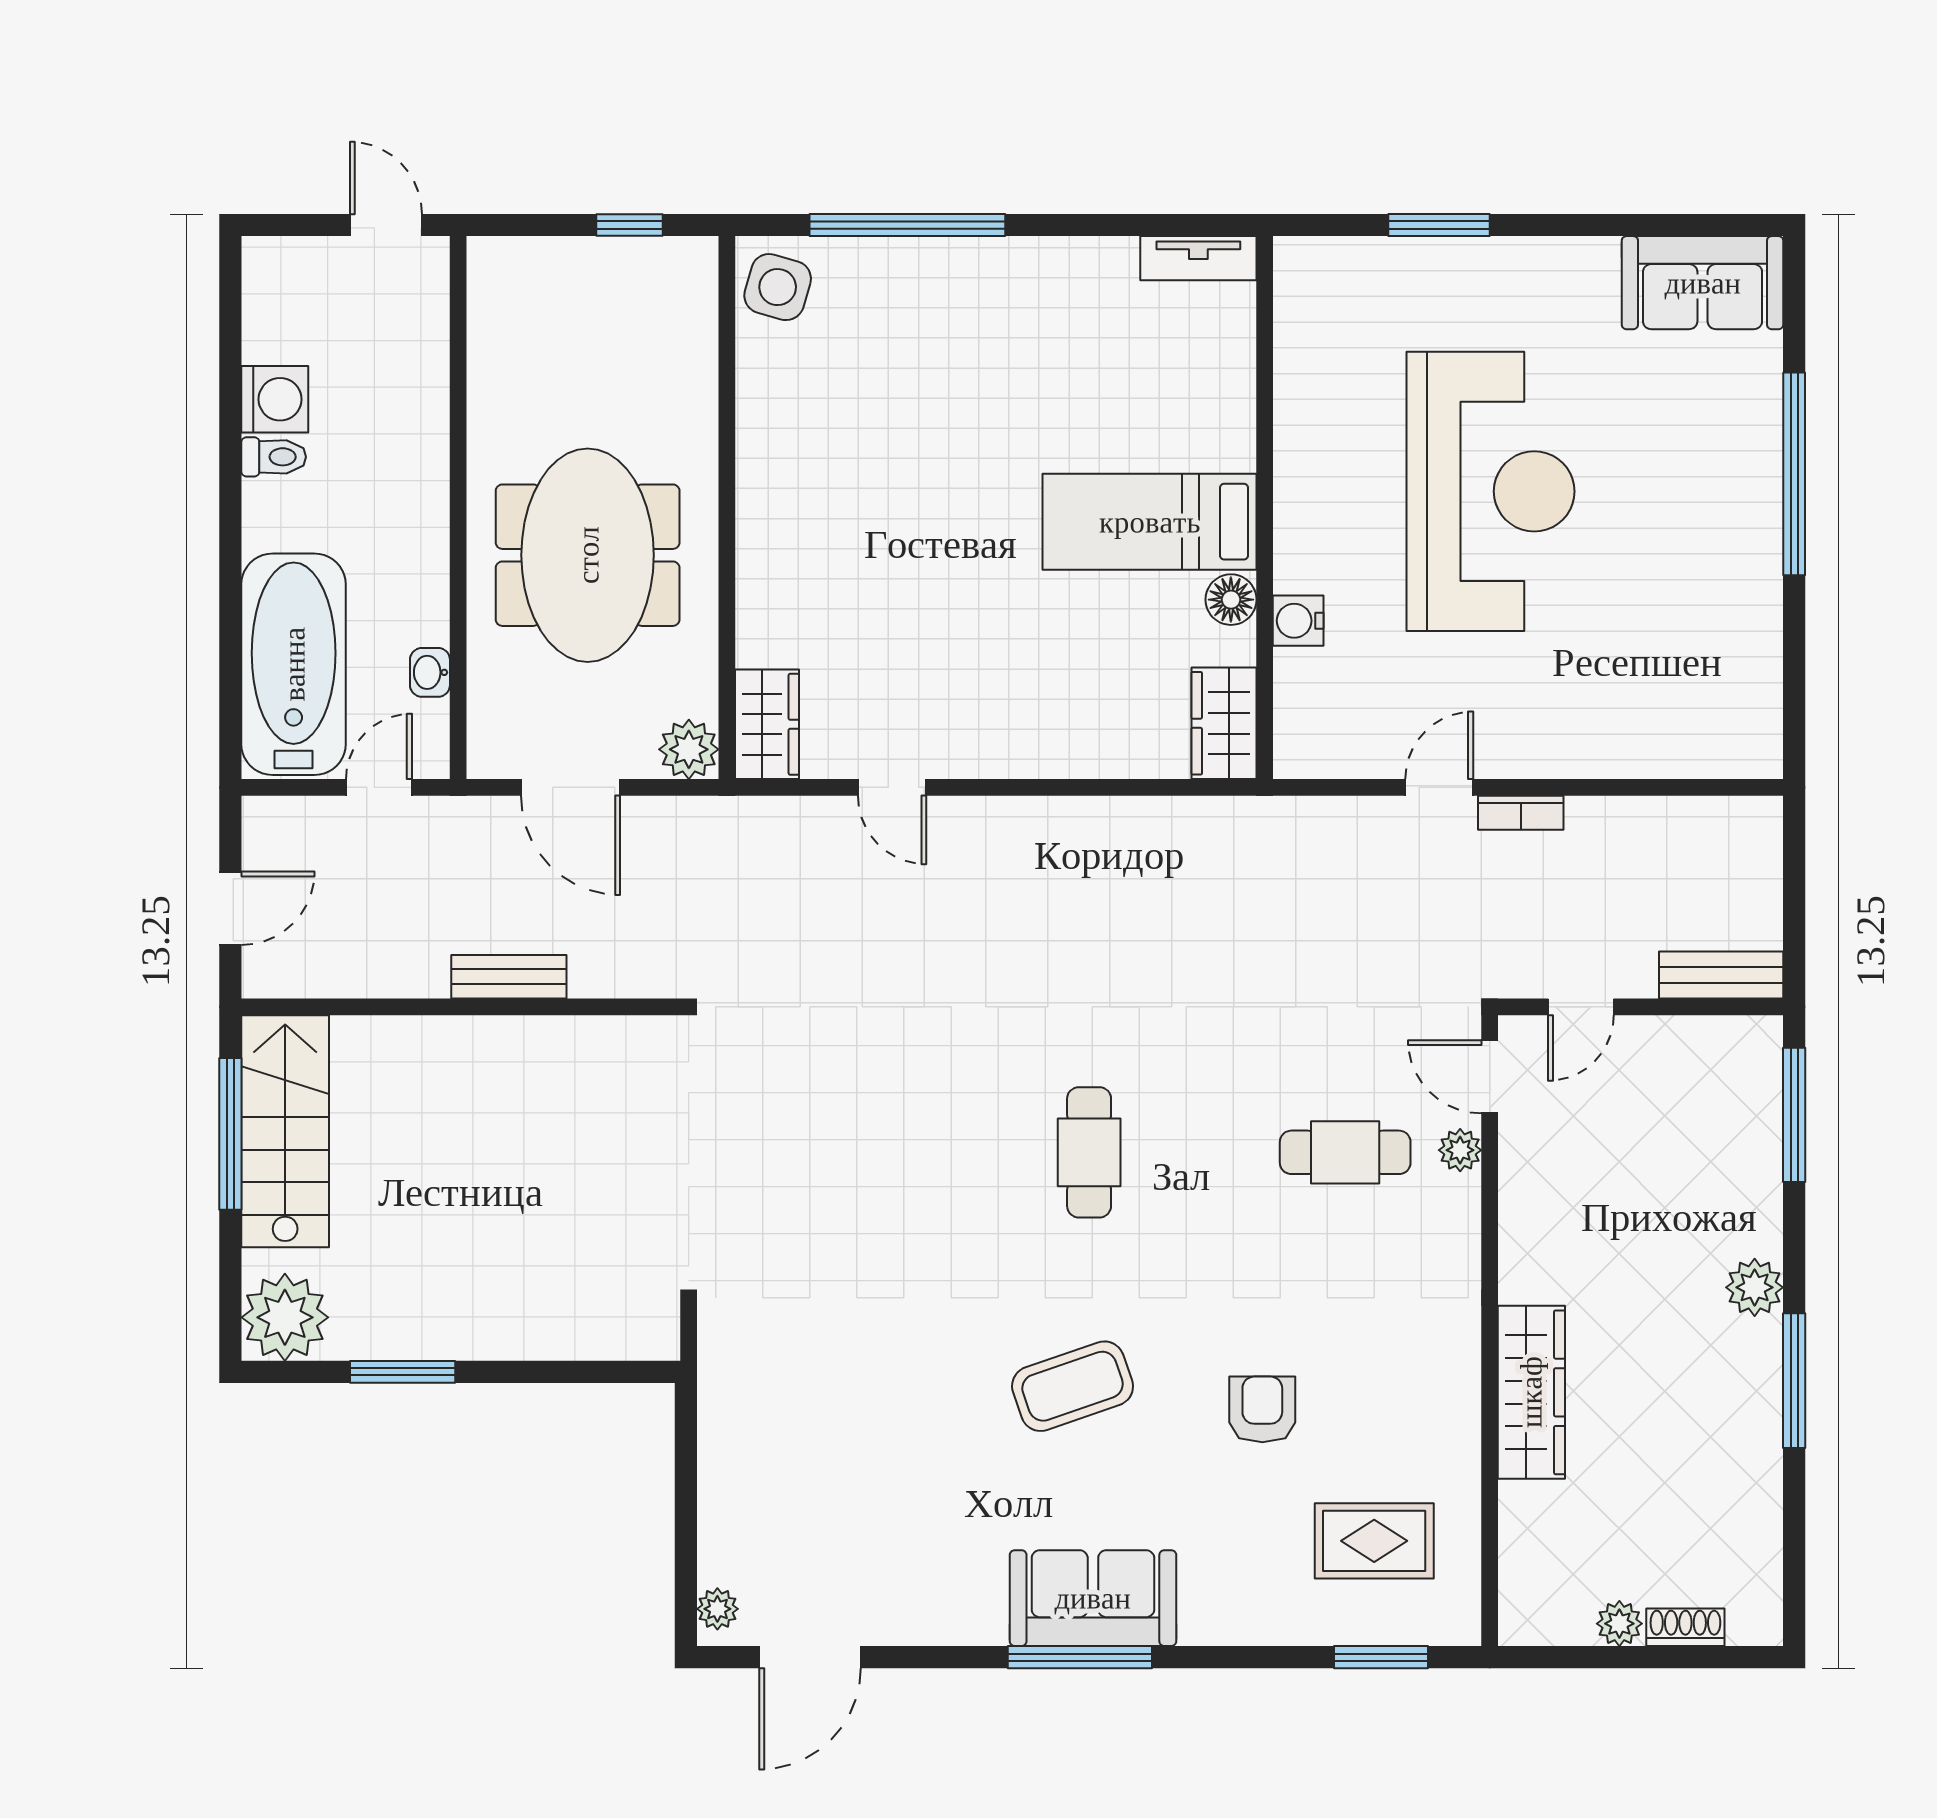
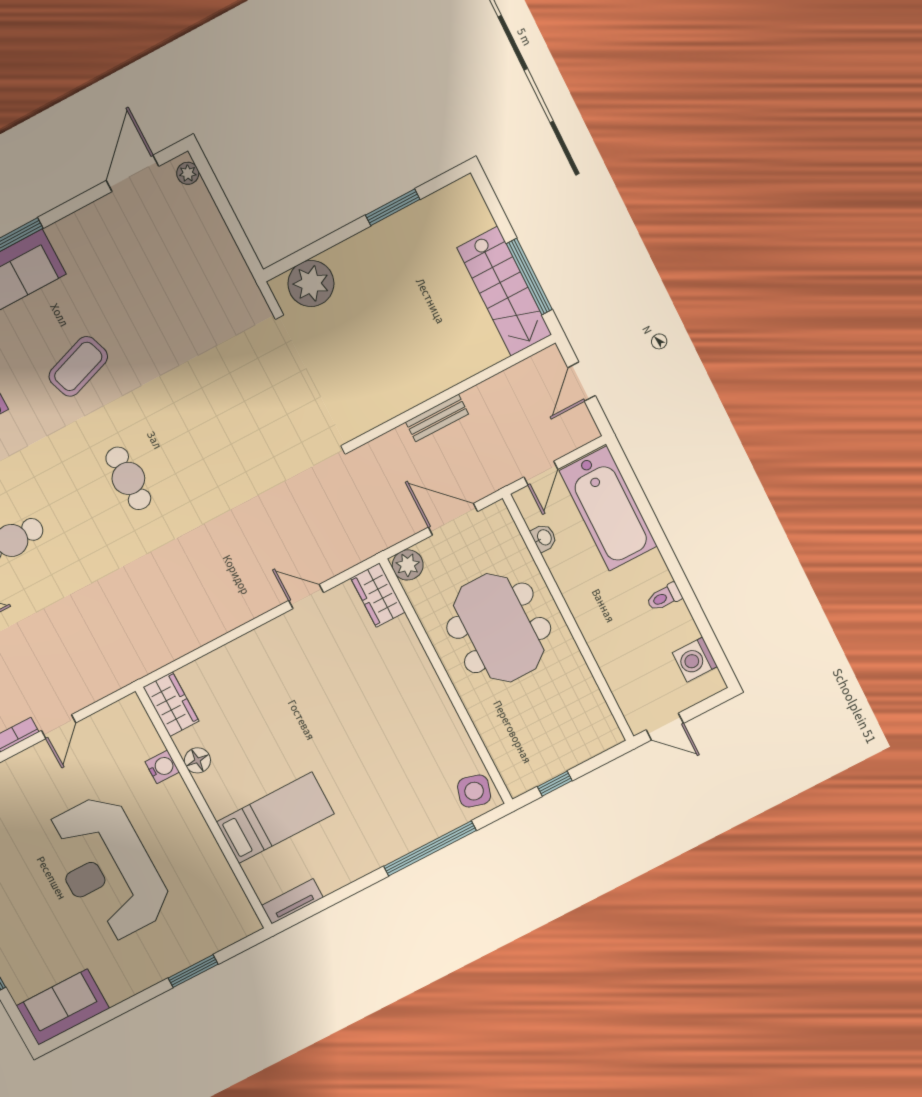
washing machine: (275, 399) -> (695, 660), moved
bed: (1150, 522) -> (275, 818), moved
plant: (285, 1317) -> (311, 284), moved

